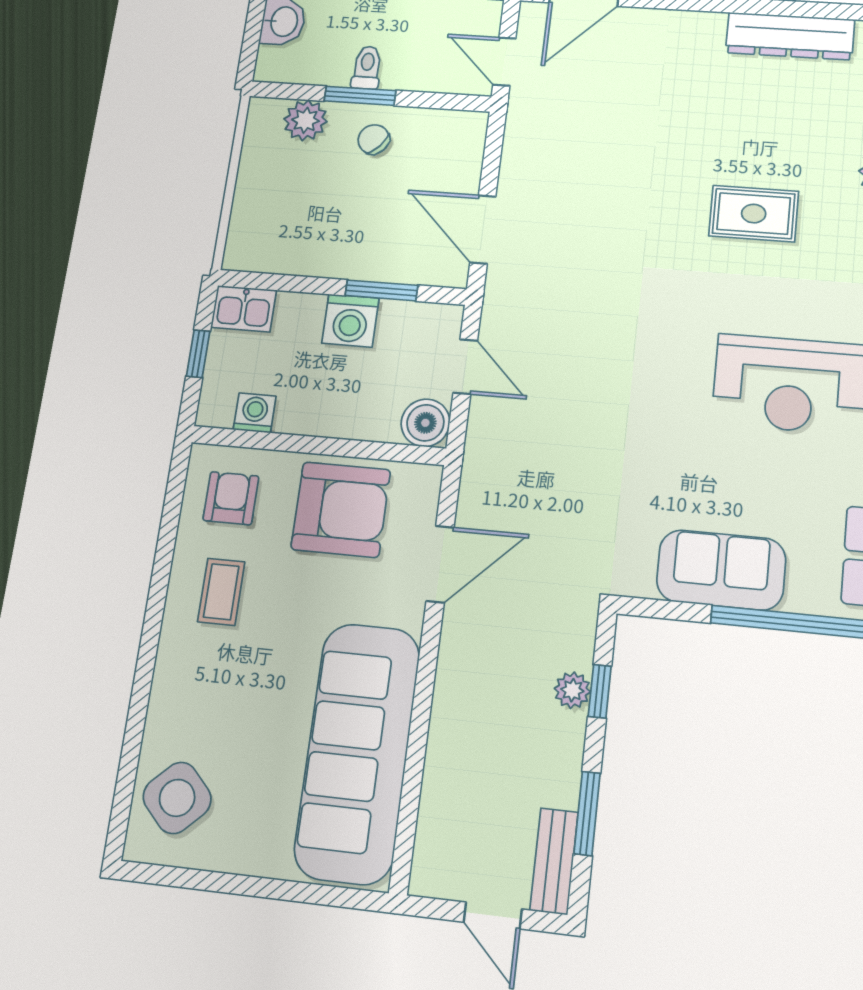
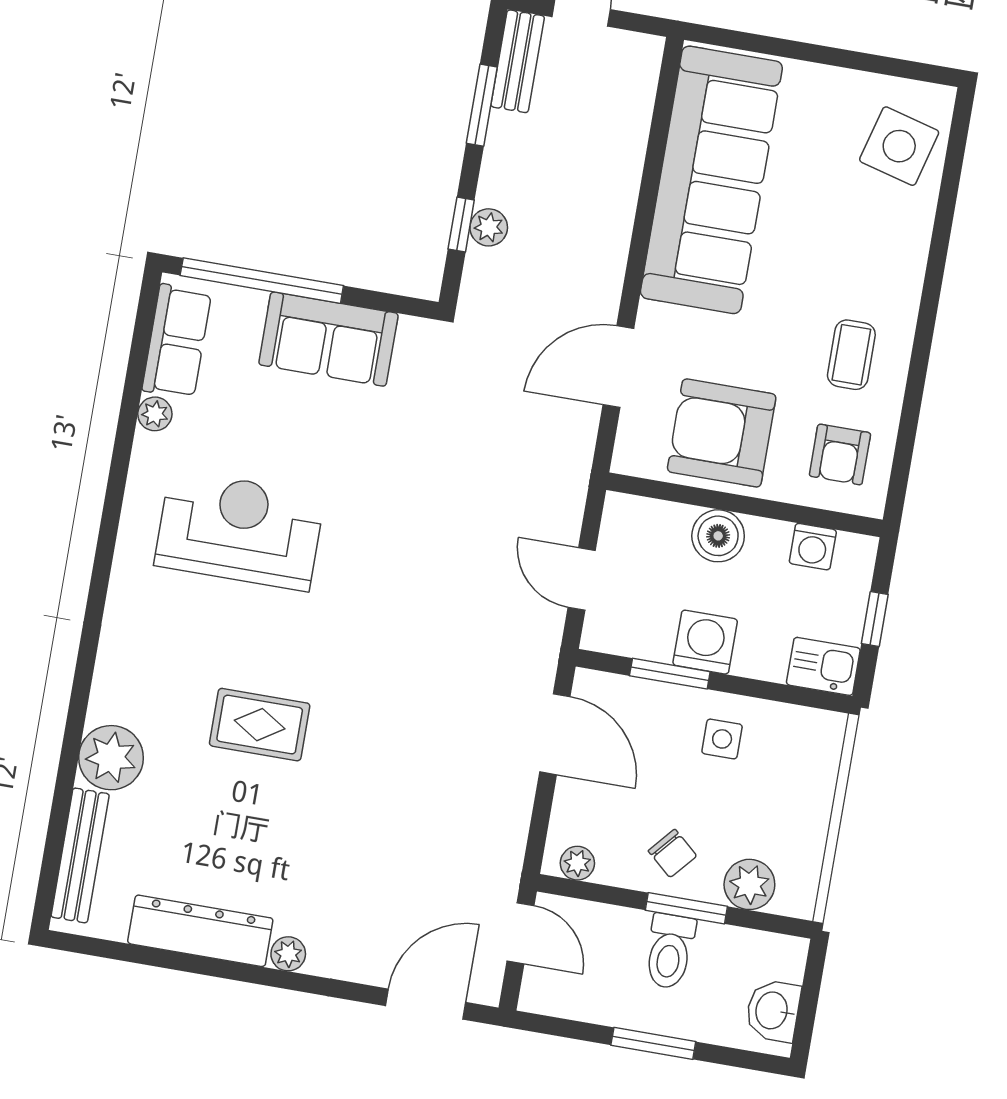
plant: (709, 25) -> (288, 954), added
toilet: (367, 68) -> (670, 951), width x1.37, depth x1.39
plant: (457, 123) -> (577, 863), added
side table: (333, 239) -> (722, 739), added
boiler: (425, 423) -> (718, 536), moved
side table: (177, 798) -> (899, 146), turned -31

